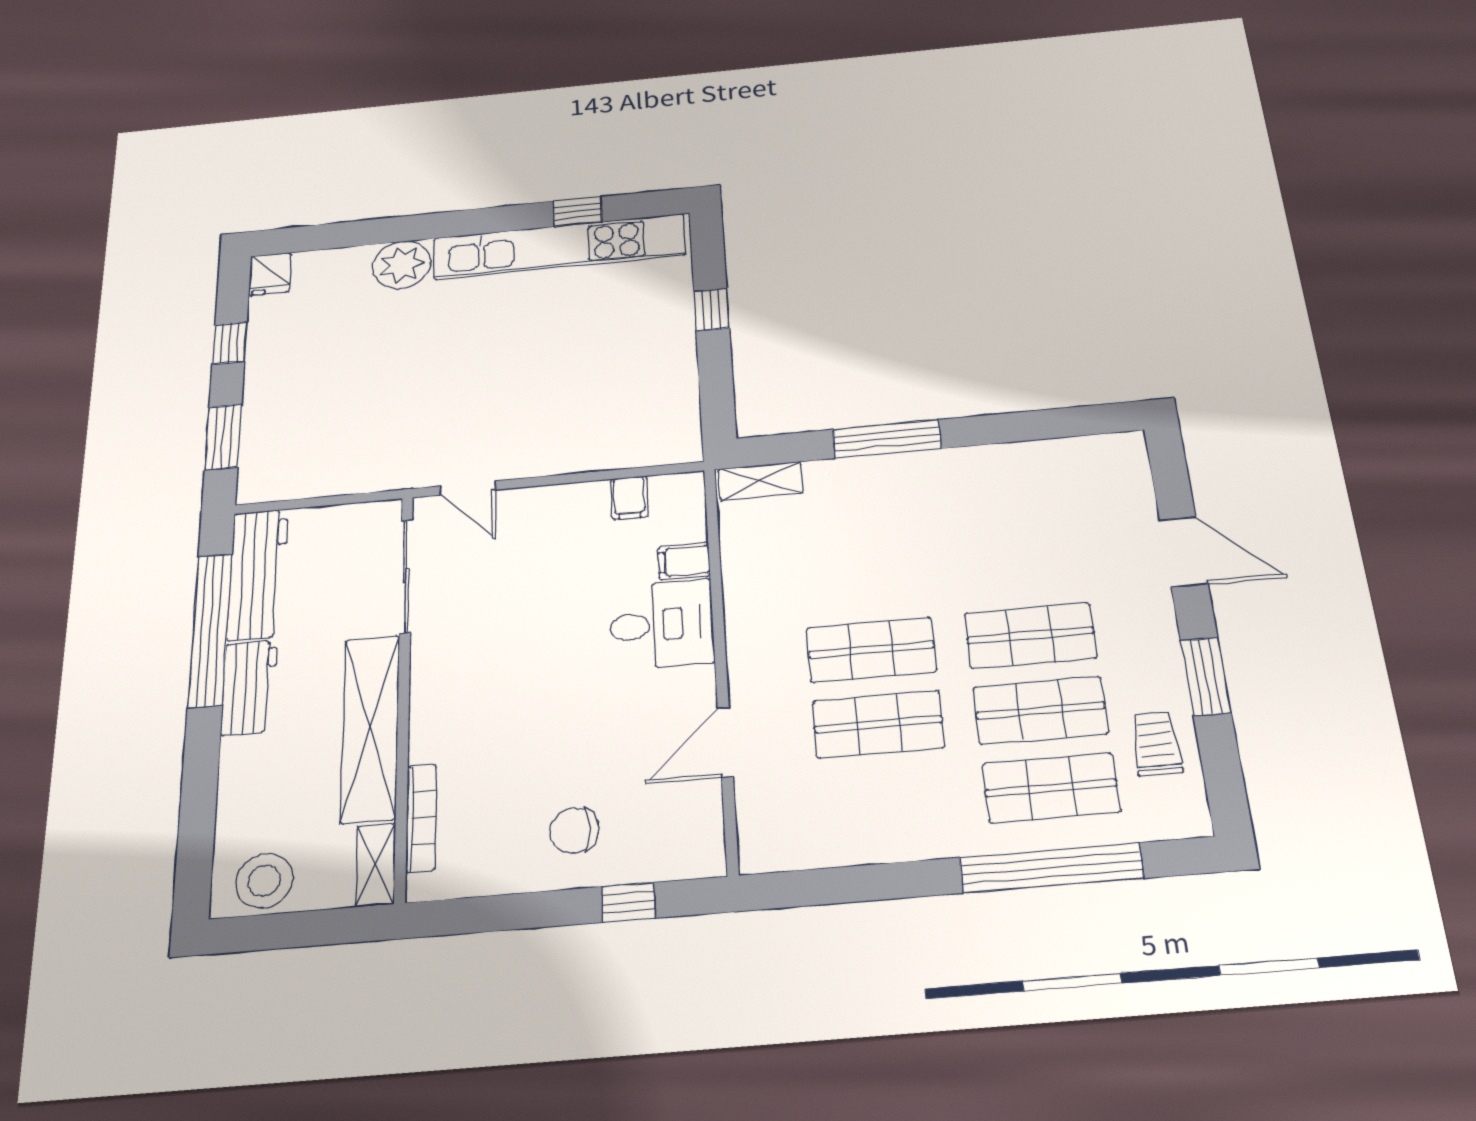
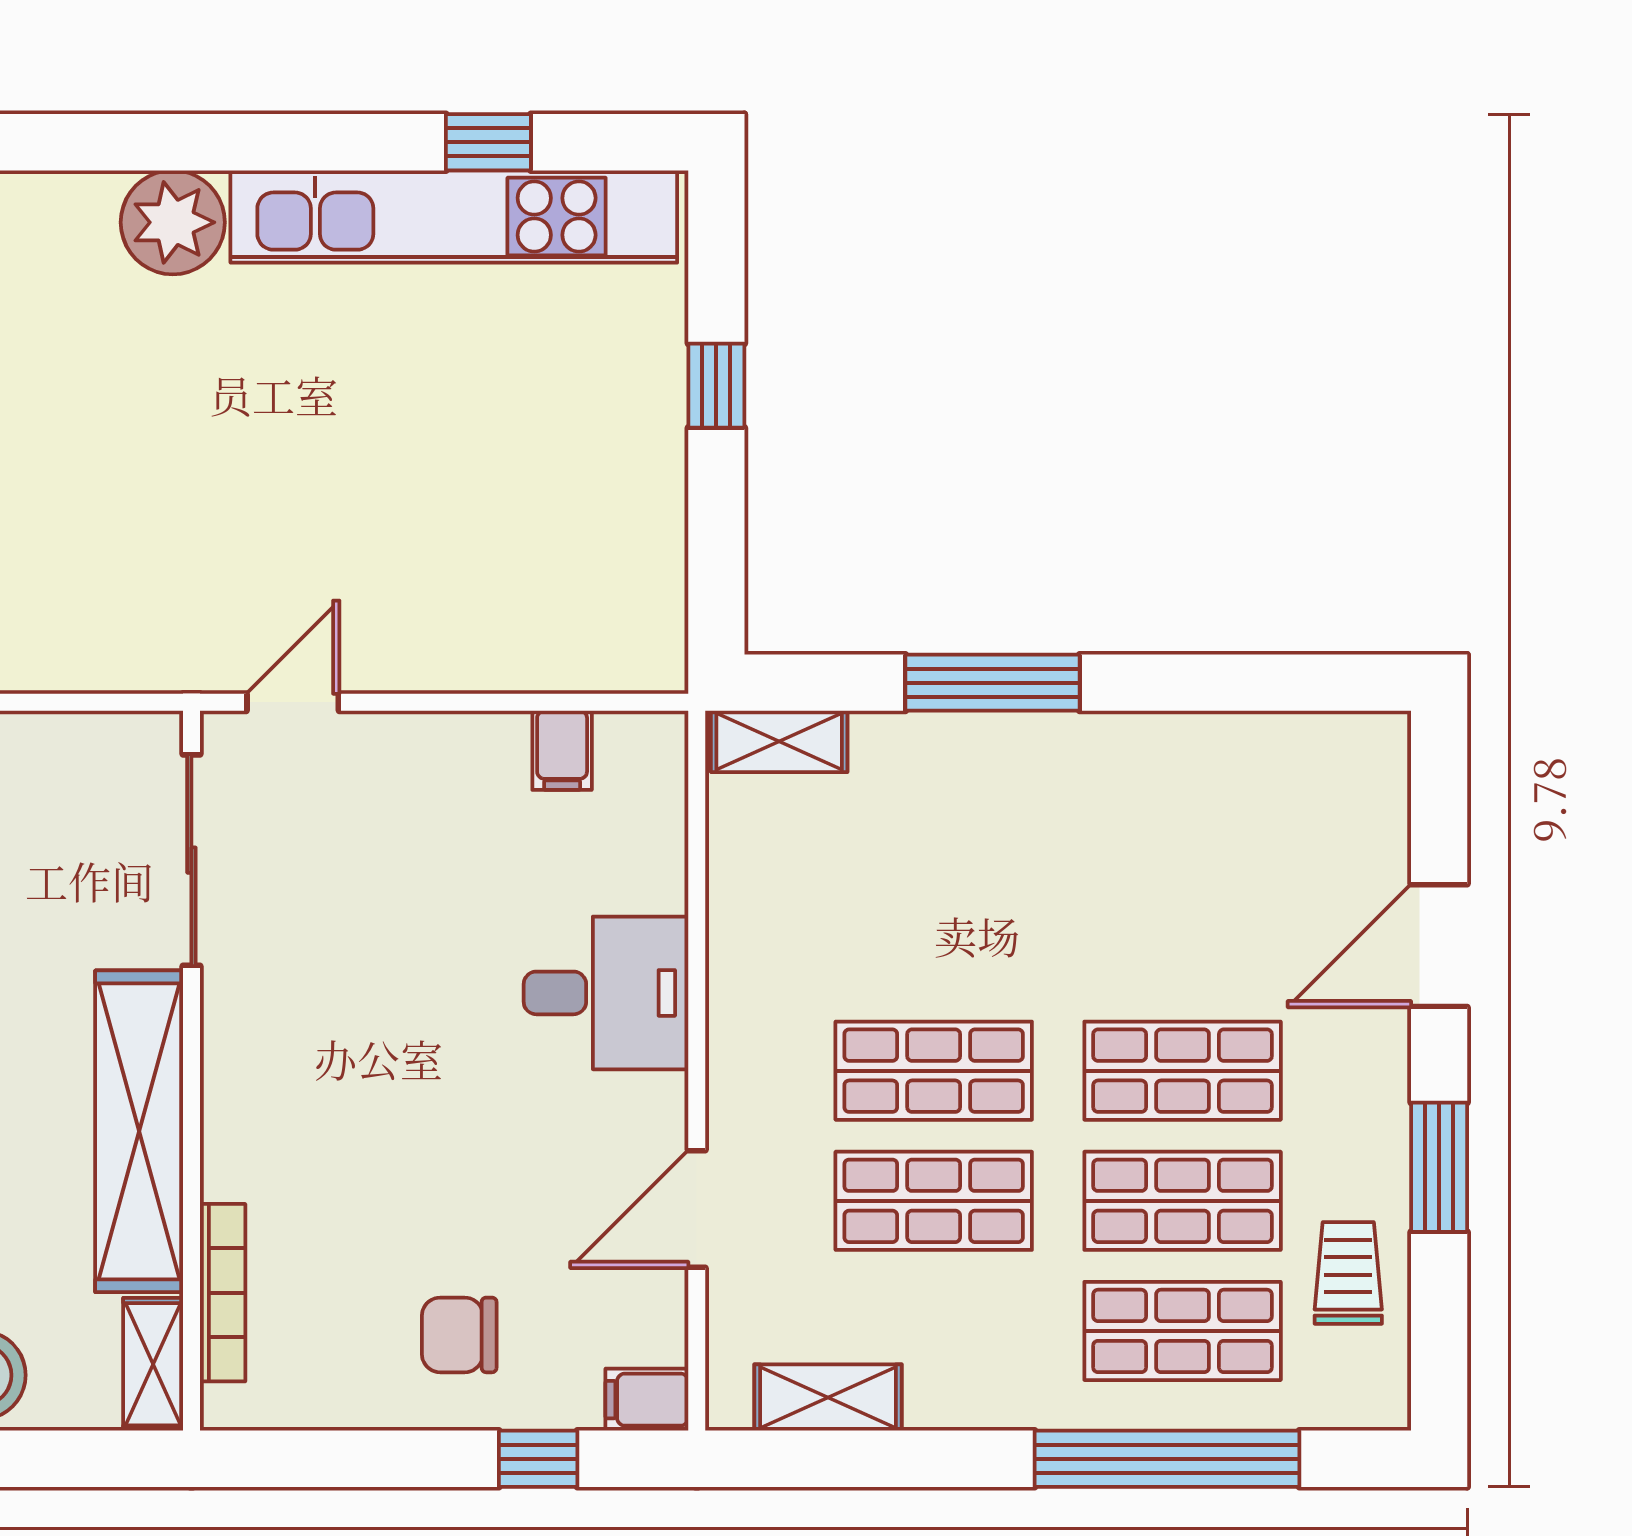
door: (468, 488) -> (293, 702), swing flipped
door: (1184, 552) -> (1439, 946), swing flipped
filing cabinet: (684, 561) -> (647, 1400), moved
shelving: (819, 848) -> (828, 1397), added

